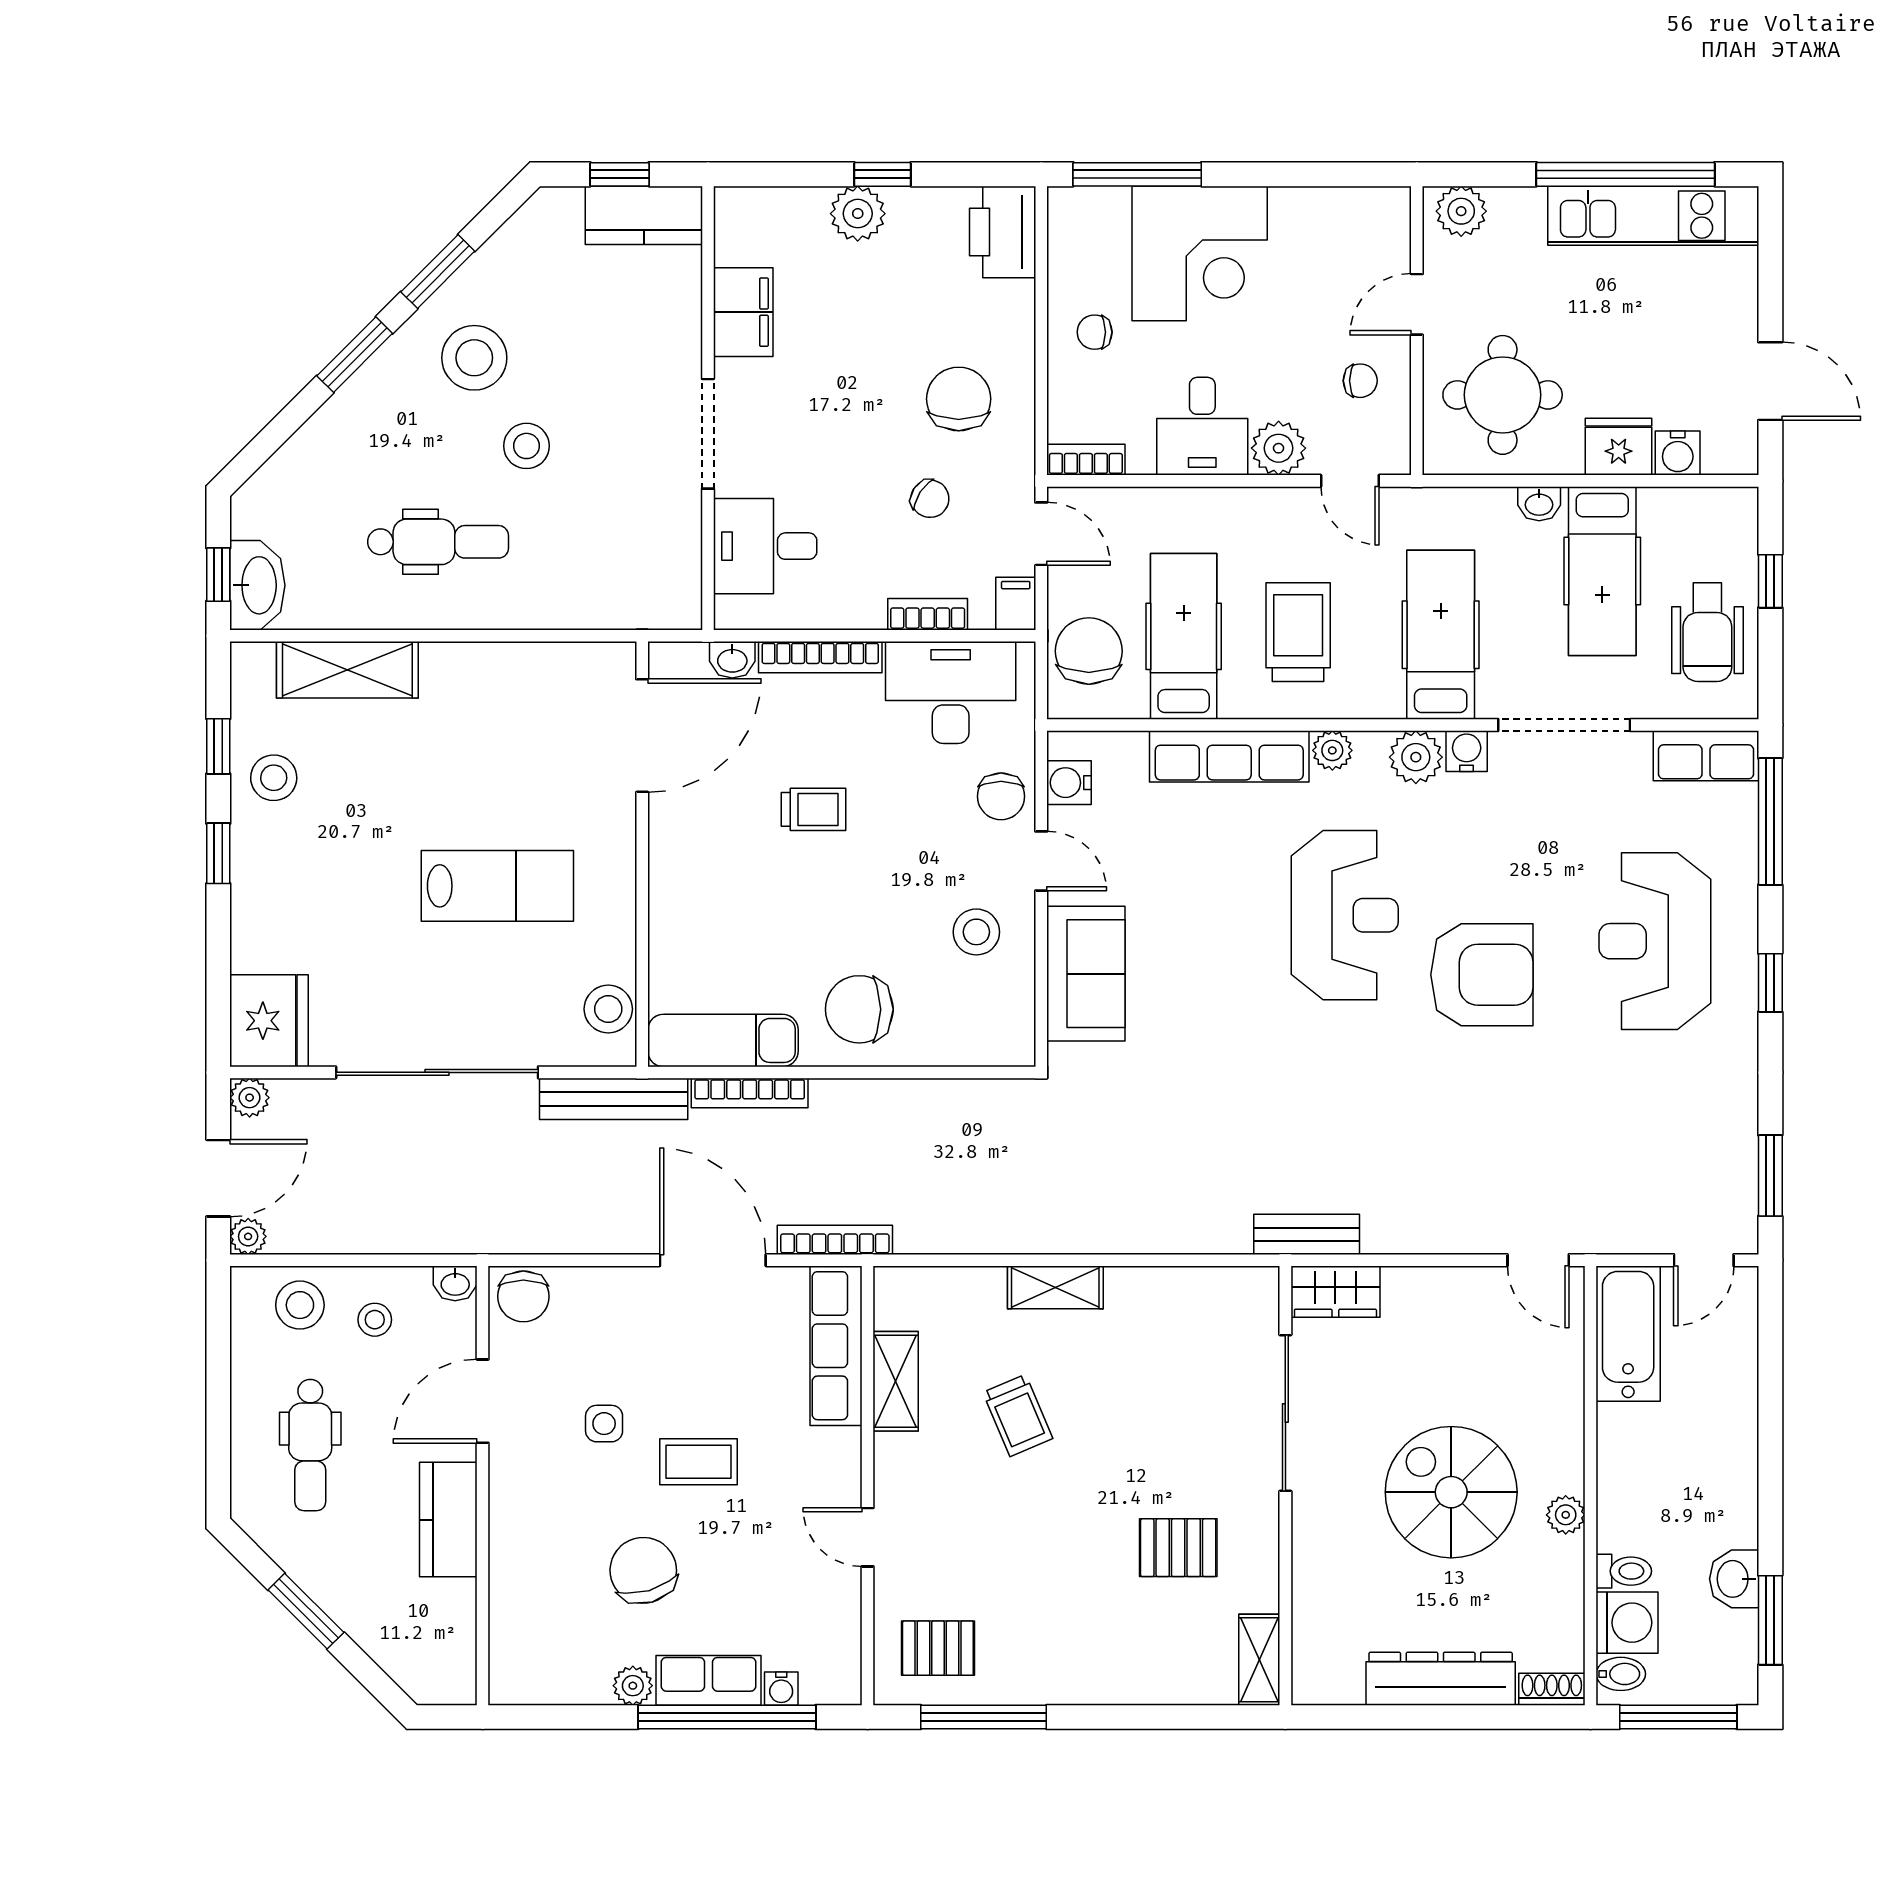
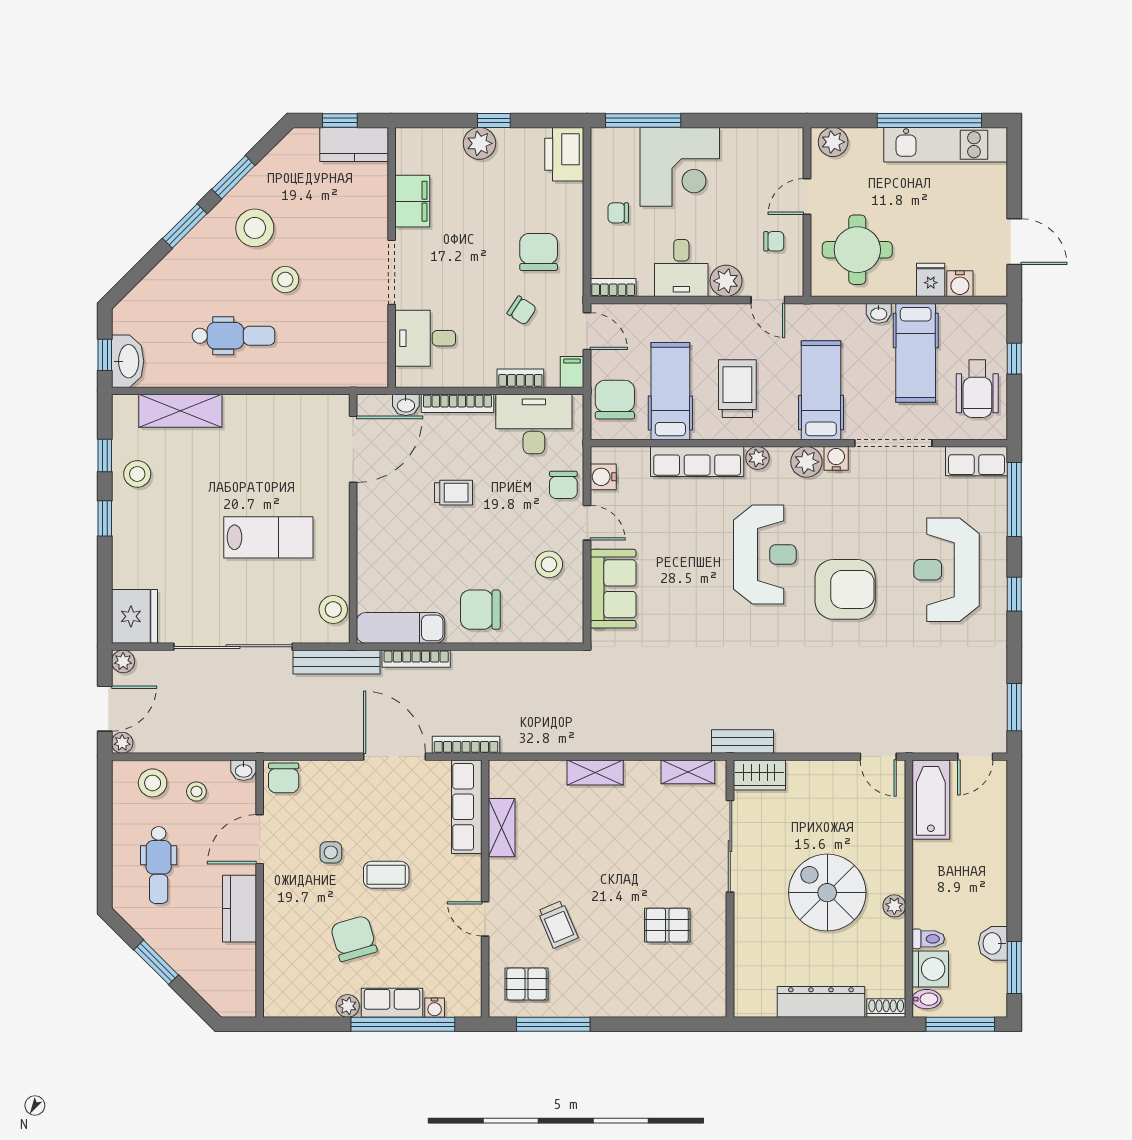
fridge: (1619, 447) -> (931, 280), width x0.72
trolley: (1018, 1415) -> (558, 924), moved
shelving: (1259, 1660) -> (688, 772), moved, turned 90

